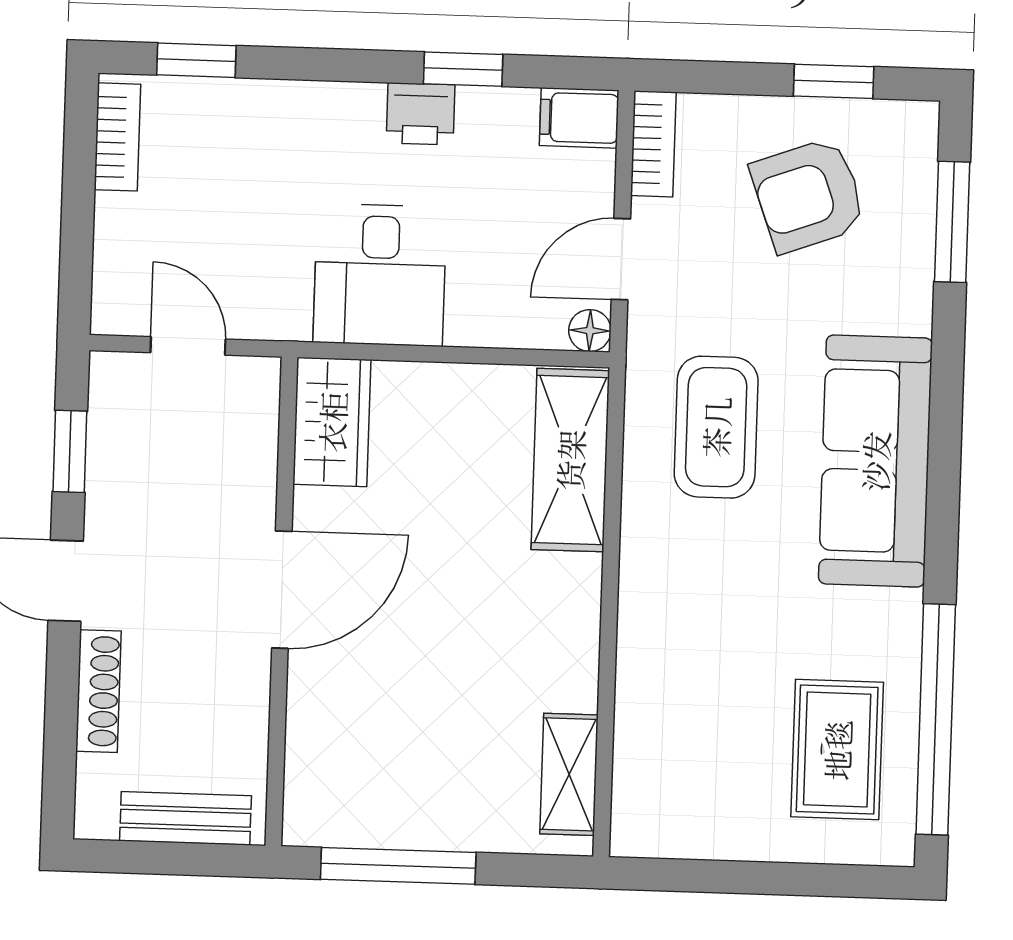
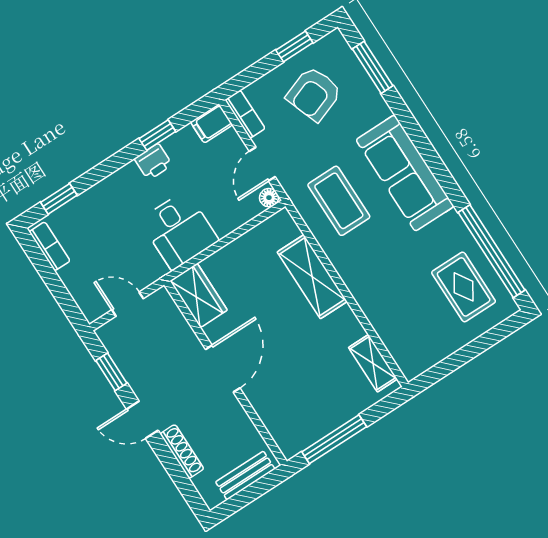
shelving: (570, 460) -> (312, 277), moved

